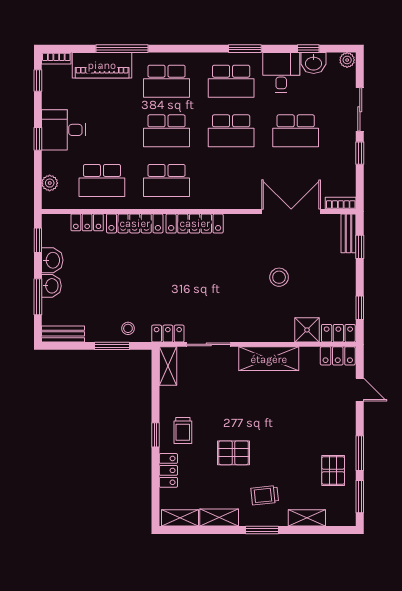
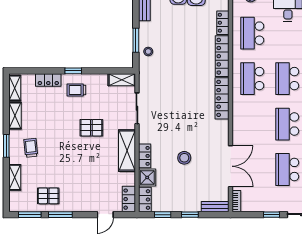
window: (360, 247) -> (190, 215), moved
locker: (168, 334) -> (145, 156), moved
pallet: (234, 453) -> (91, 128), moved, turned 90

